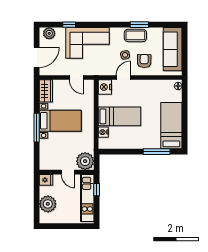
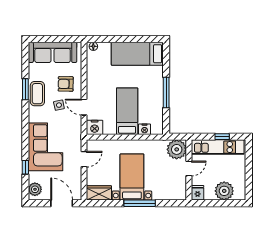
window: (157, 152) -> (166, 93), moved
window: (97, 190) -> (222, 137), moved

